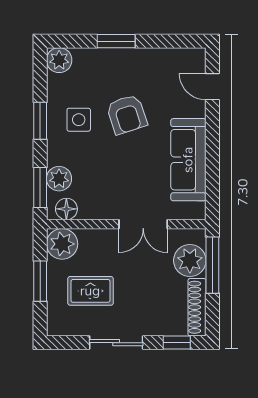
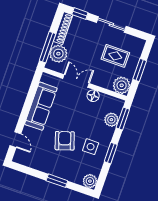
floor lamp: (66, 209) -> (93, 96), moved

